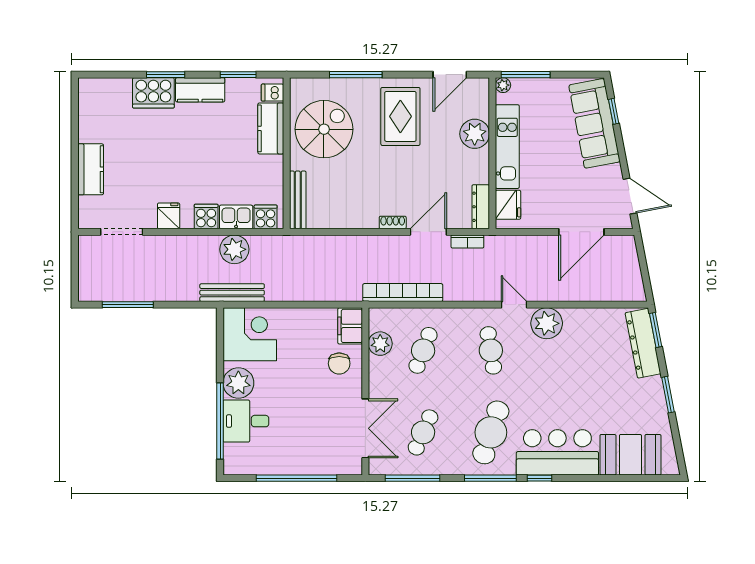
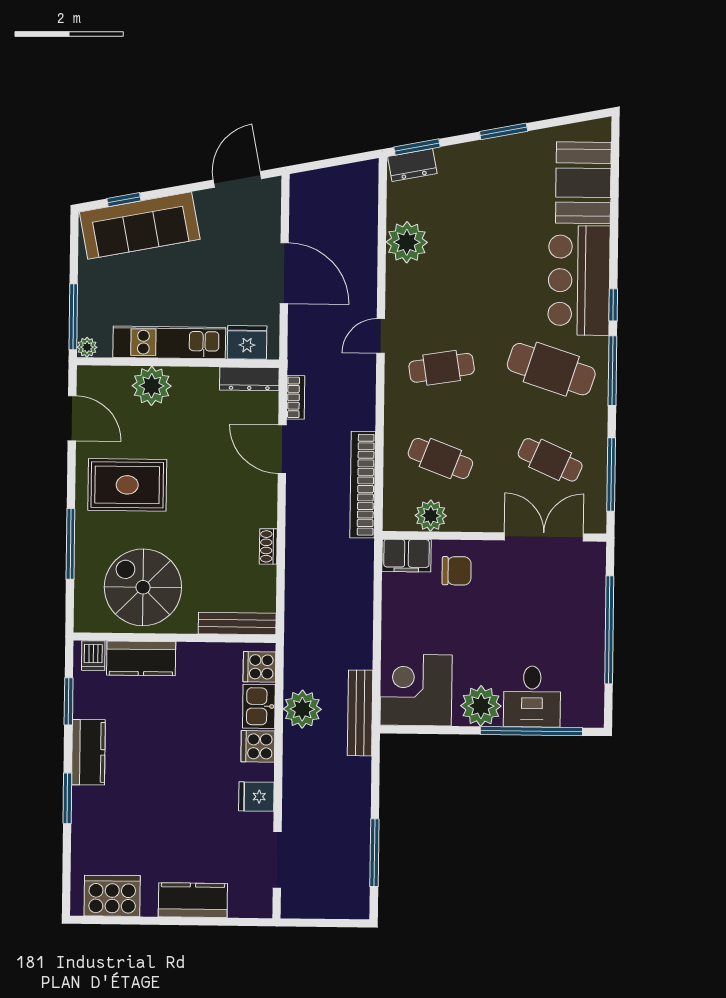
cooker: (153, 93) -> (112, 896), moved, turned -90
shoe rack: (393, 222) -> (268, 546), moved
door: (581, 232) -> (284, 273), moved
plant: (547, 323) -> (407, 242), moved
dresser: (643, 343) -> (412, 165), width x0.51, depth x0.80

